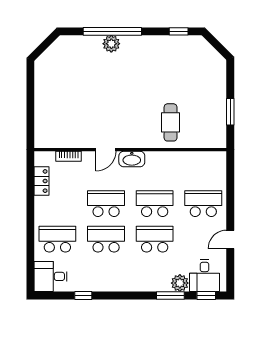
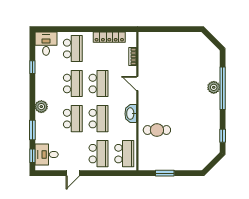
washbasin: (132, 159) -> (131, 114), moved
school desk: (203, 168) -> (124, 154), added
locker: (41, 181) -> (109, 37), width x1.53
door: (230, 239) -> (73, 173), swing flipped
plant: (180, 283) -> (41, 107), moved

